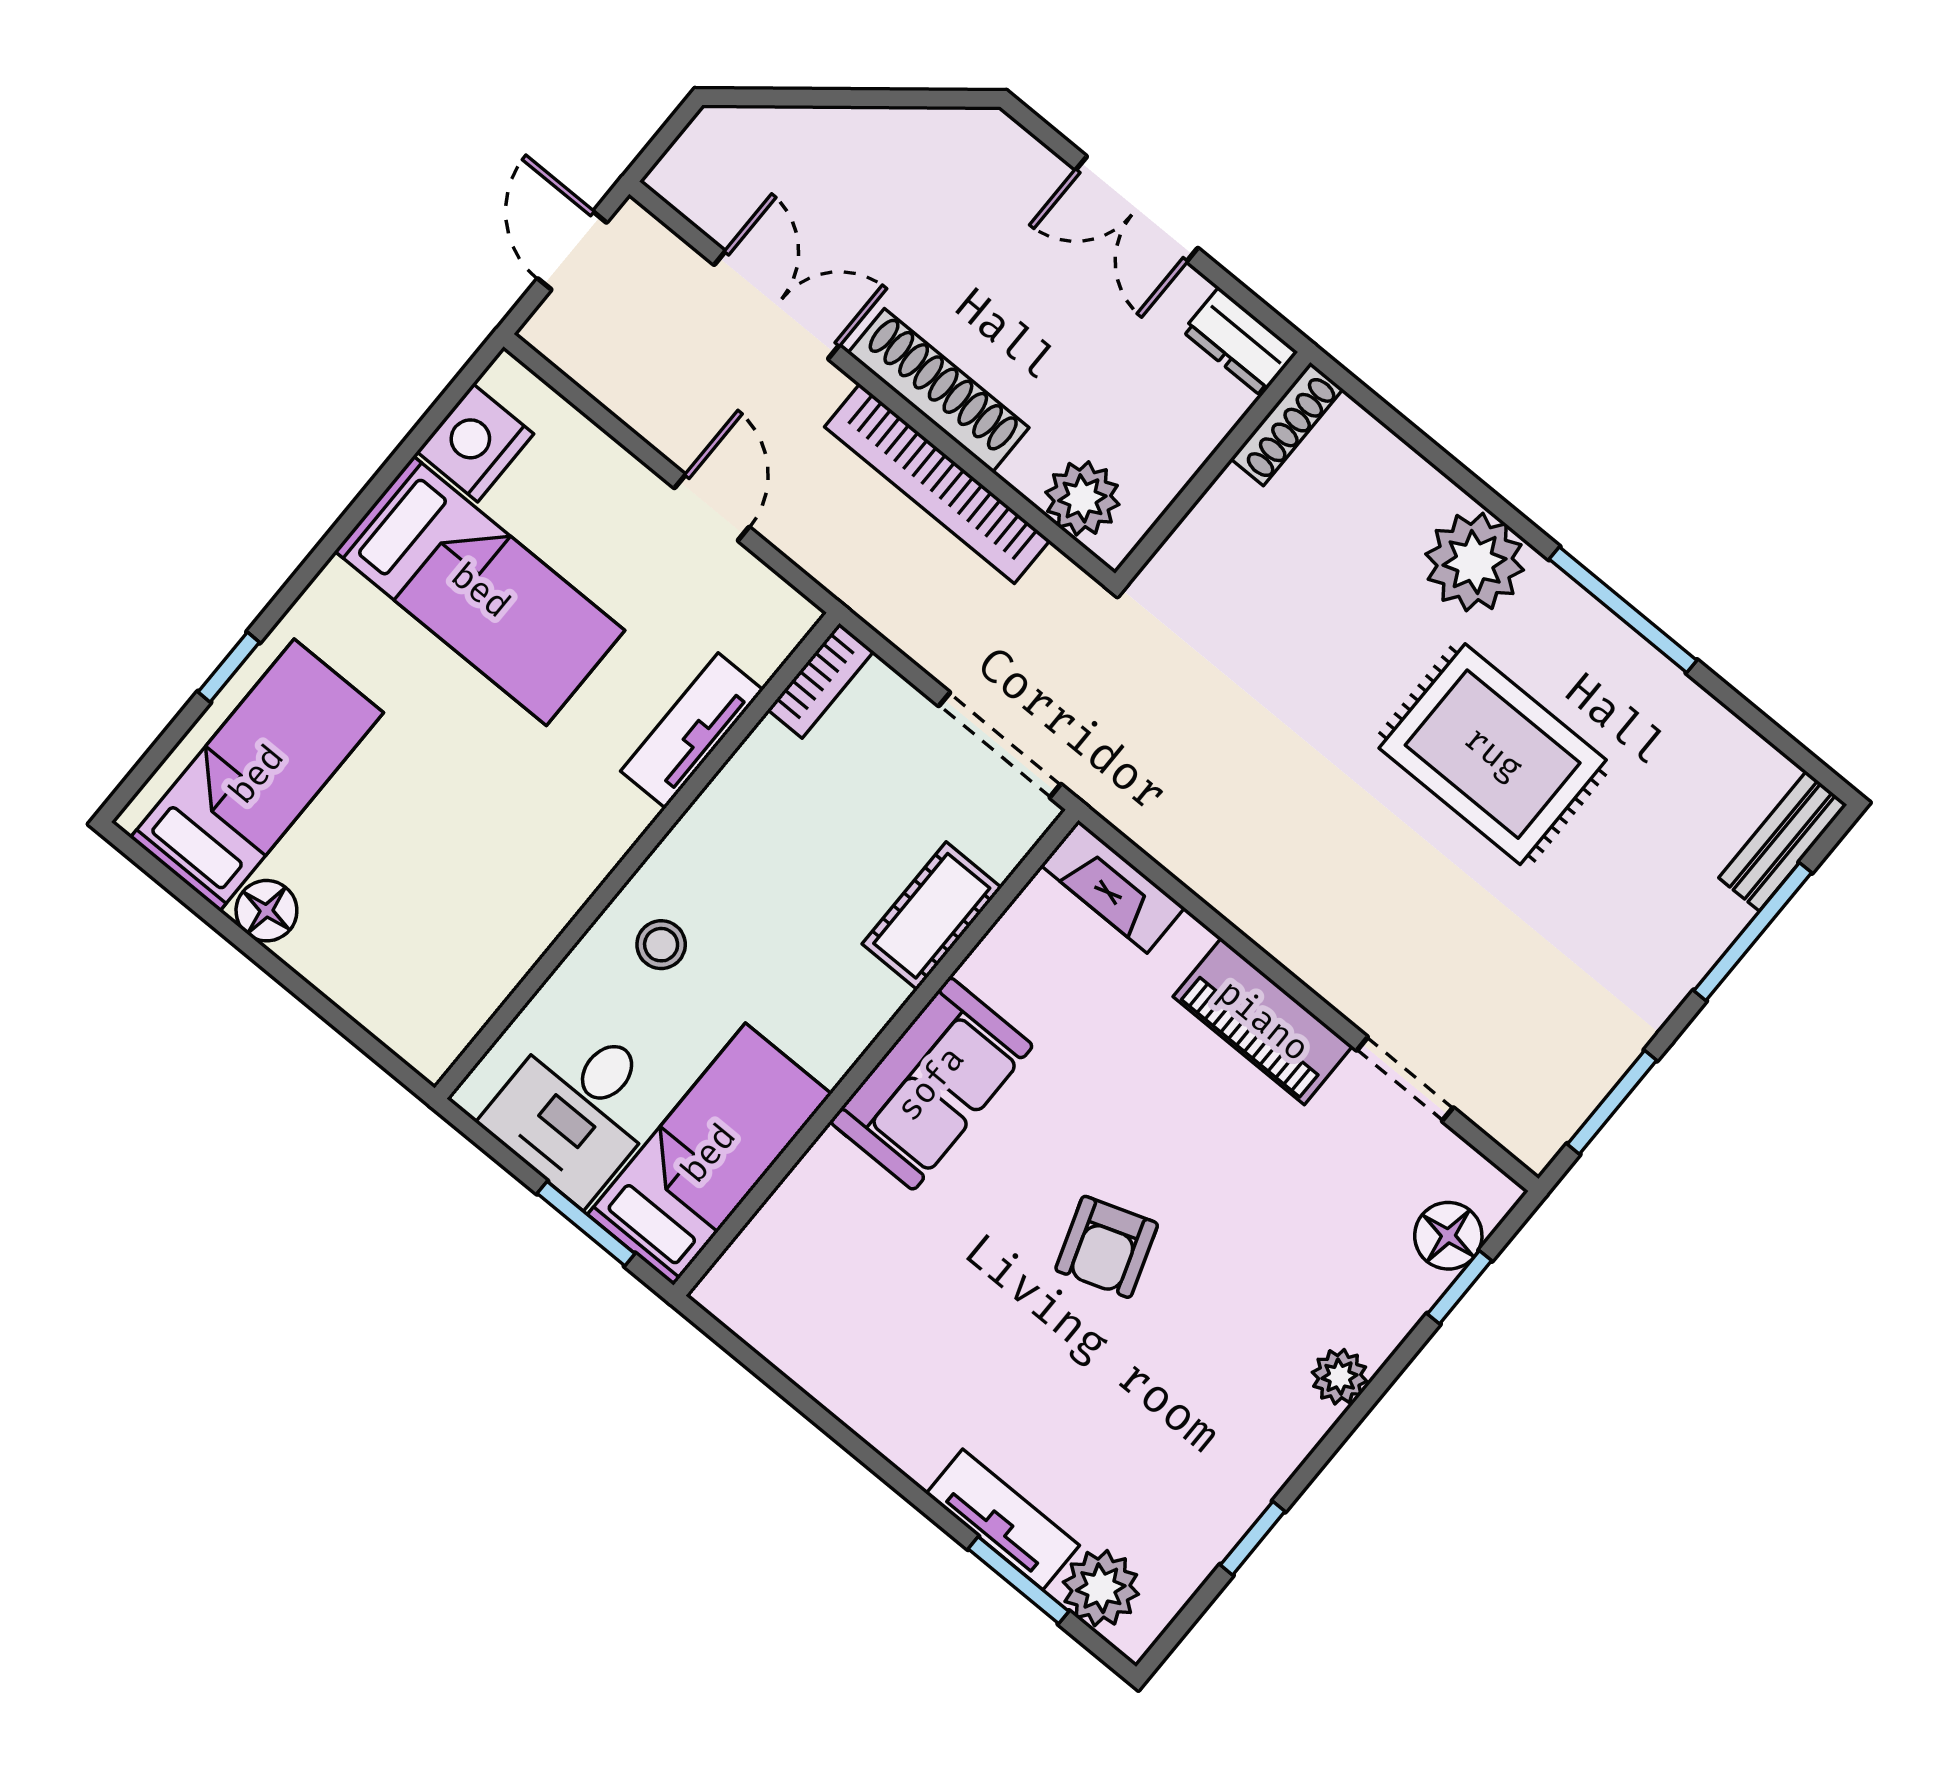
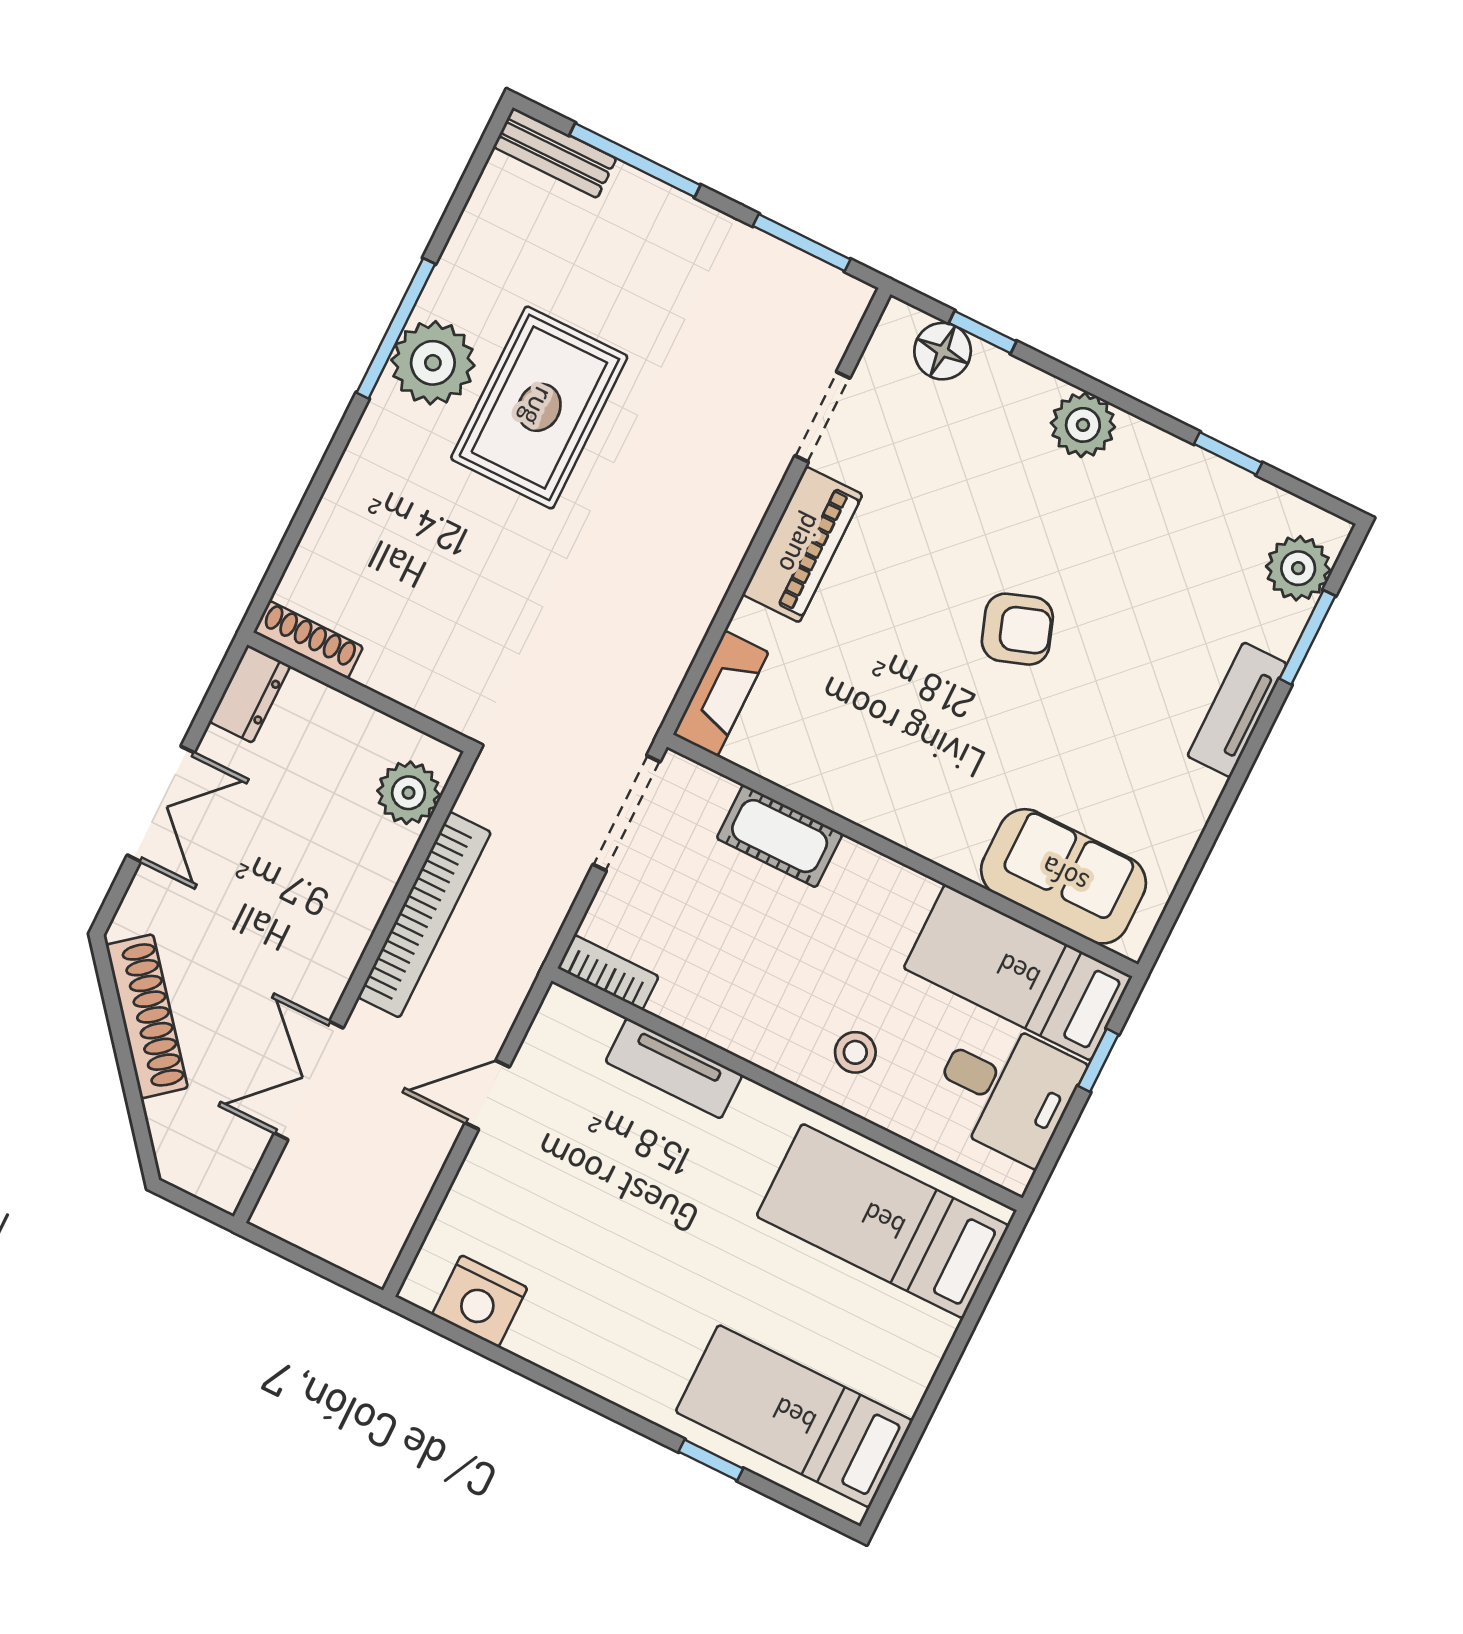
door: (572, 250) -> (303, 1259), removed
shoe rack: (938, 390) -> (147, 1016), moved, turned 141
plant: (1475, 562) -> (433, 363), moved
bed: (480, 591) -> (883, 1221), moved, turned -90
floor lamp: (266, 911) -> (903, 1382), removed
sofa: (931, 1084) -> (1064, 876), moved
window: (586, 1224) -> (1098, 1060), width x0.67
plant: (1340, 1377) -> (1083, 425), width x1.38, depth x1.38
tv unit: (1003, 1519) -> (1237, 710), moved

